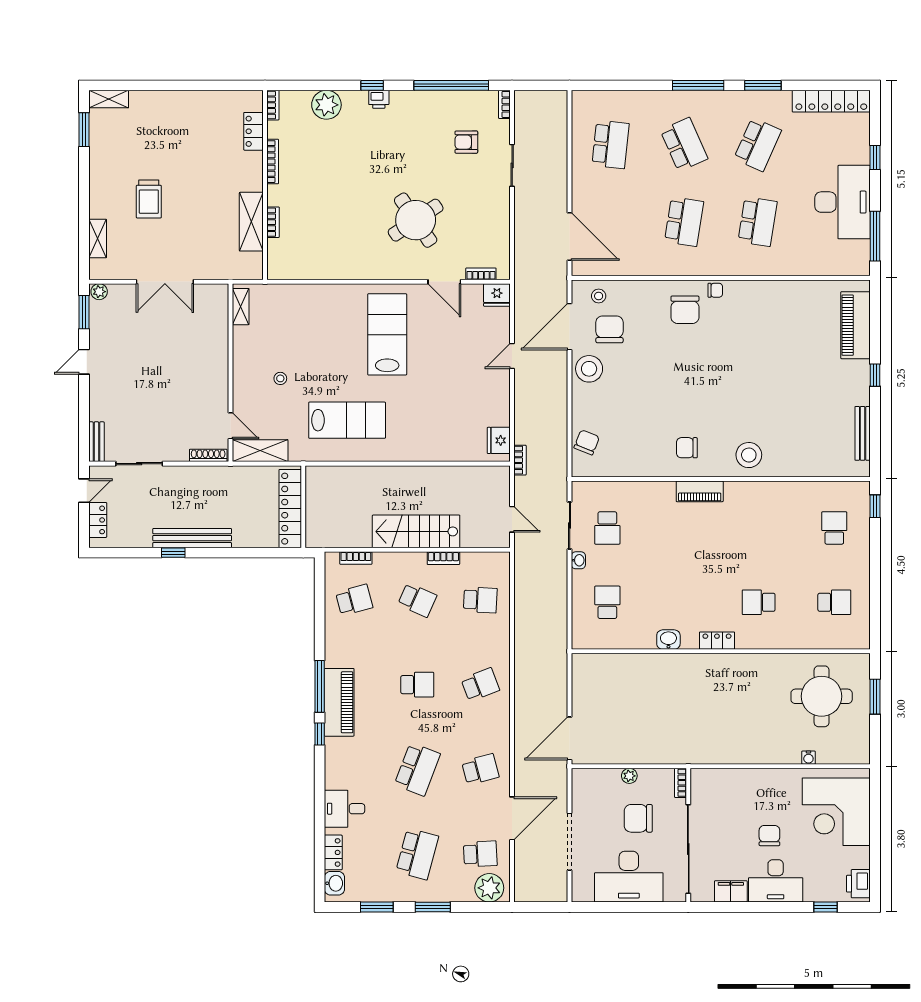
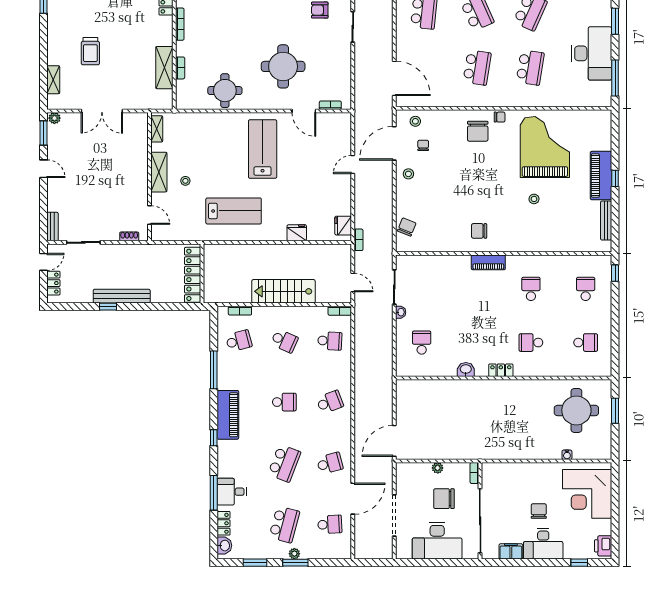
window: (875, 158) -> (615, 21), width x1.50
round table: (416, 220) -> (283, 66), turned 34
round table: (335, 254) -> (225, 91), added
fridge: (497, 295) -> (297, 233), moved, turned 180
piano: (856, 325) -> (601, 176), moved
chair: (609, 329) -> (423, 145), width x0.54, depth x0.54
grand piano: (778, 332) -> (545, 147), added
door: (84, 362) -> (44, 169), swing flipped
stool: (589, 369) -> (408, 174), width x0.53, depth x0.53
shelving: (260, 451) -> (159, 172), moved, turned 90
shoe rack: (208, 455) -> (129, 236), width x0.70
stool: (749, 455) -> (534, 199), moved, width x0.53, depth x0.53
school desk: (607, 528) -> (531, 289), moved, turned 180
bookcase: (443, 558) -> (340, 311), moved
window: (320, 686) -> (214, 370), moved
window: (320, 810) -> (214, 493), added
plant: (489, 888) -> (294, 554), moved, width x0.53, depth x0.53

